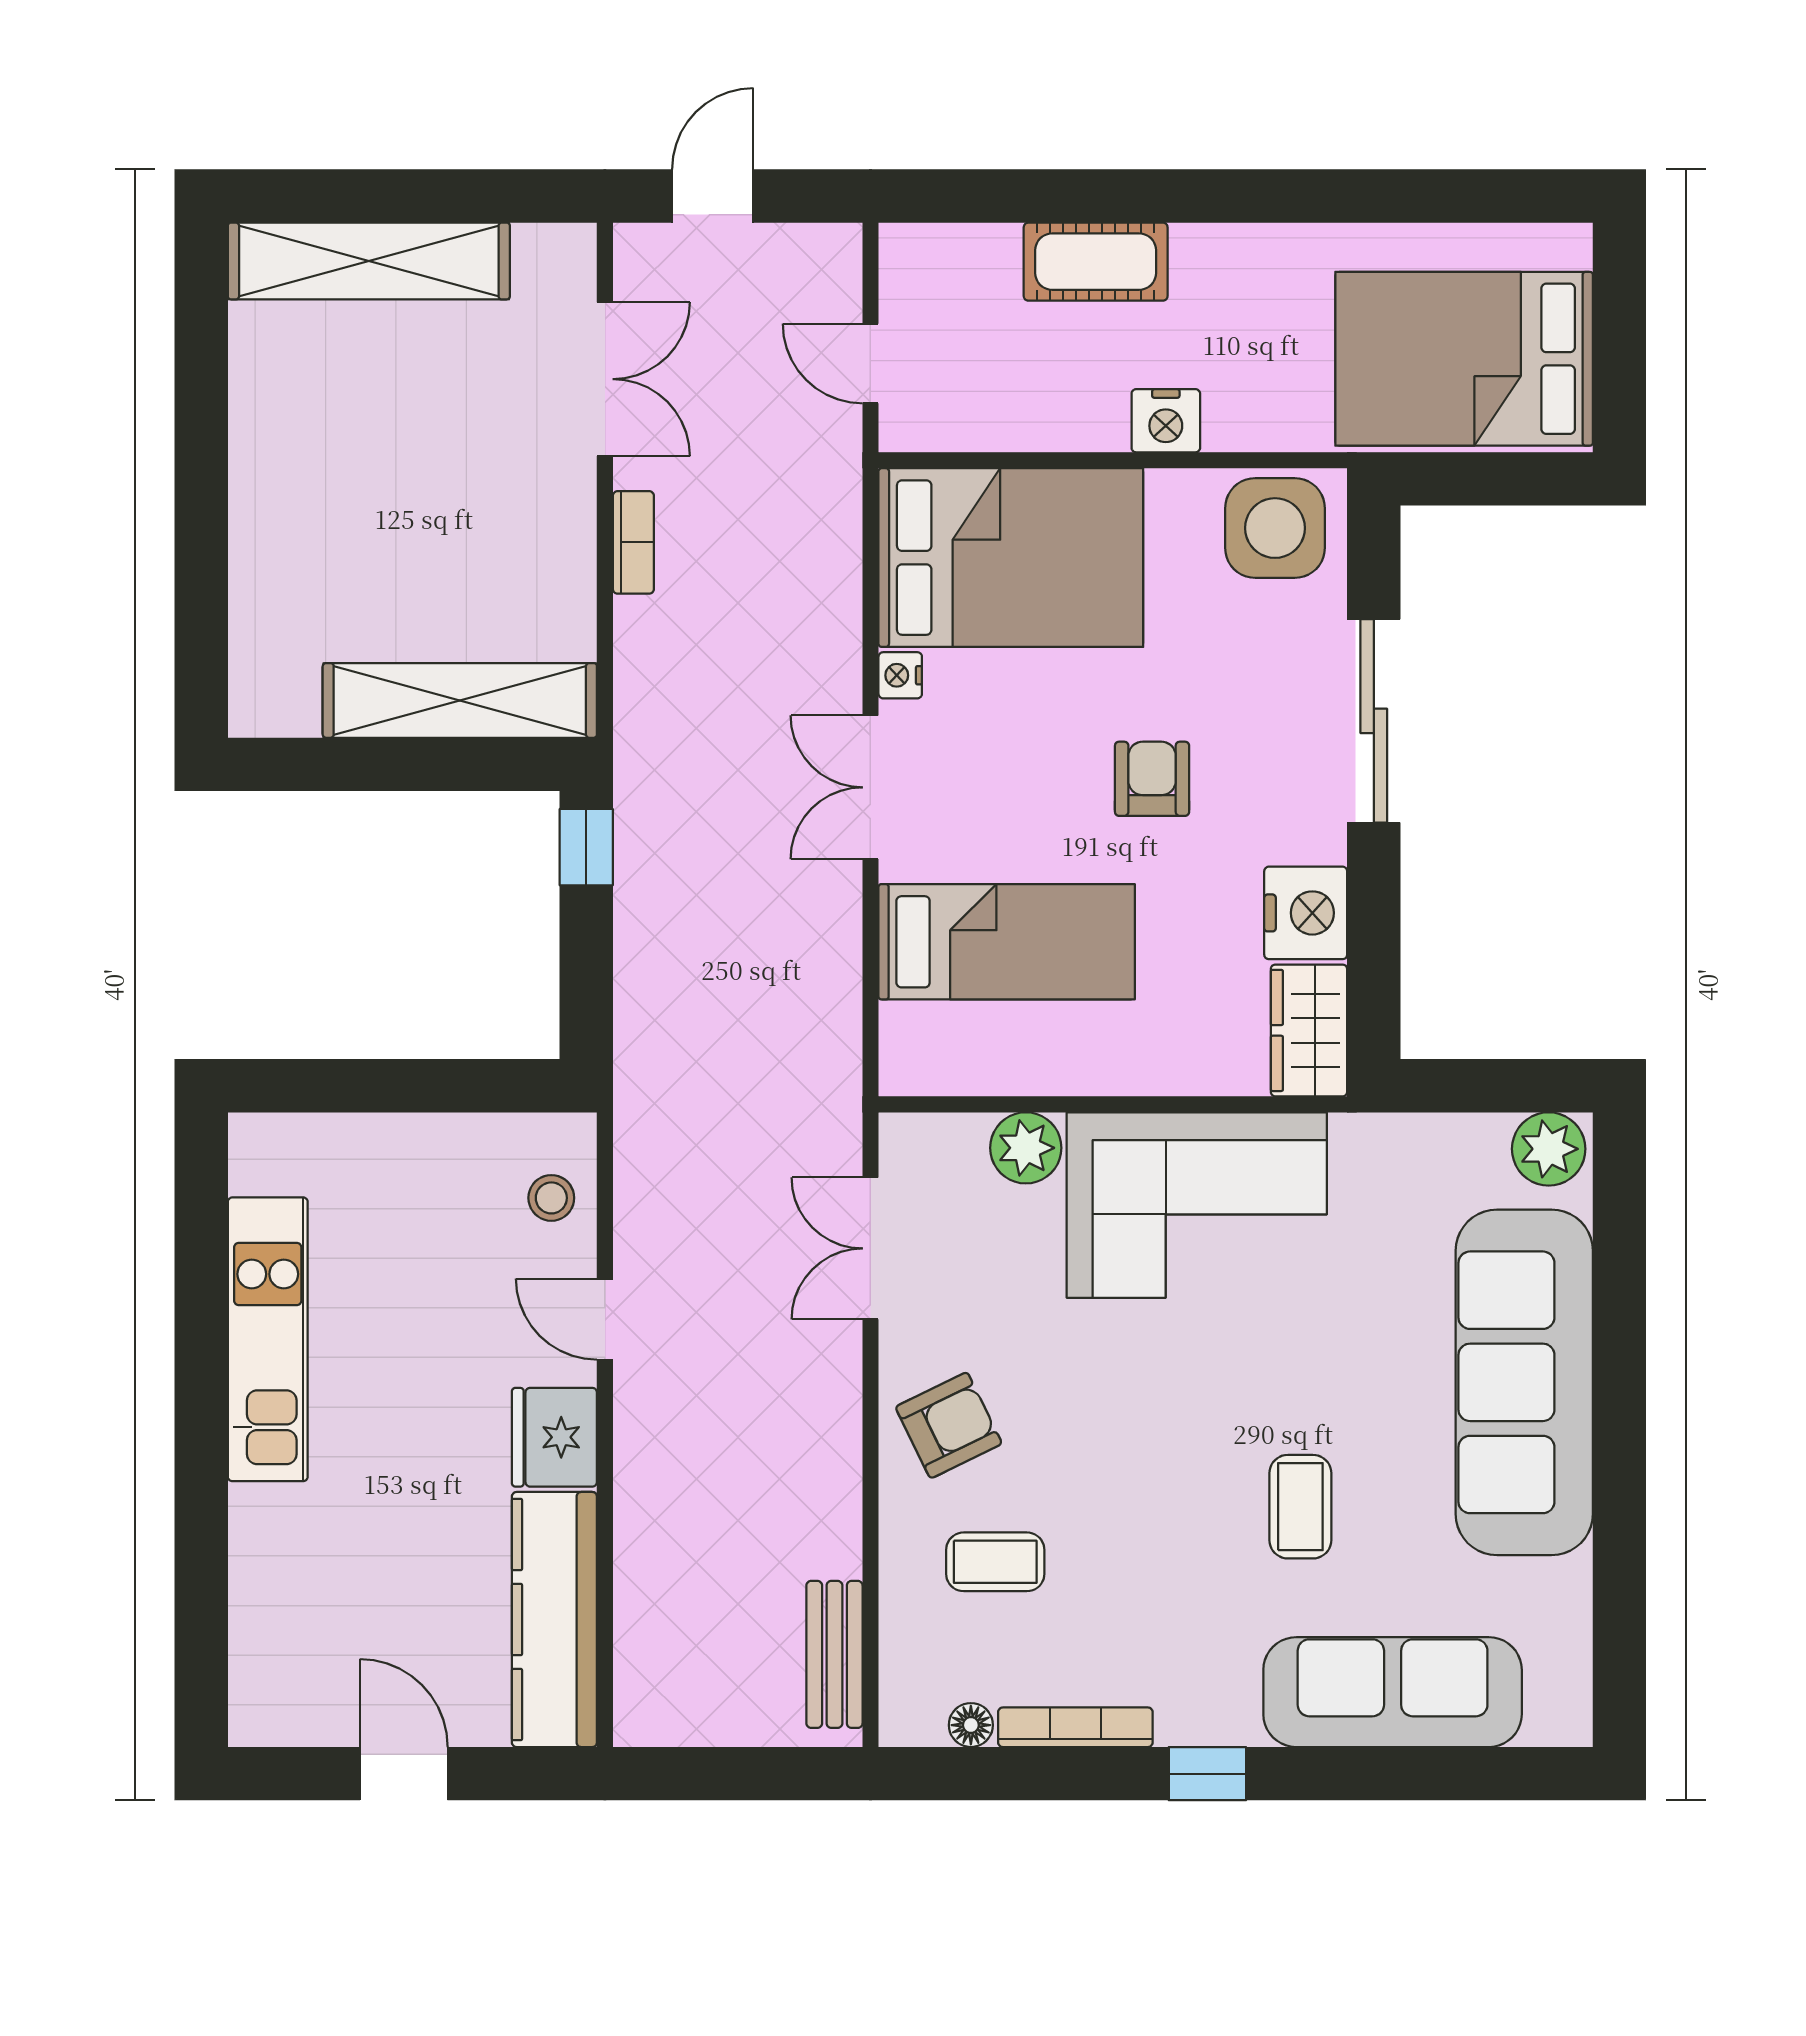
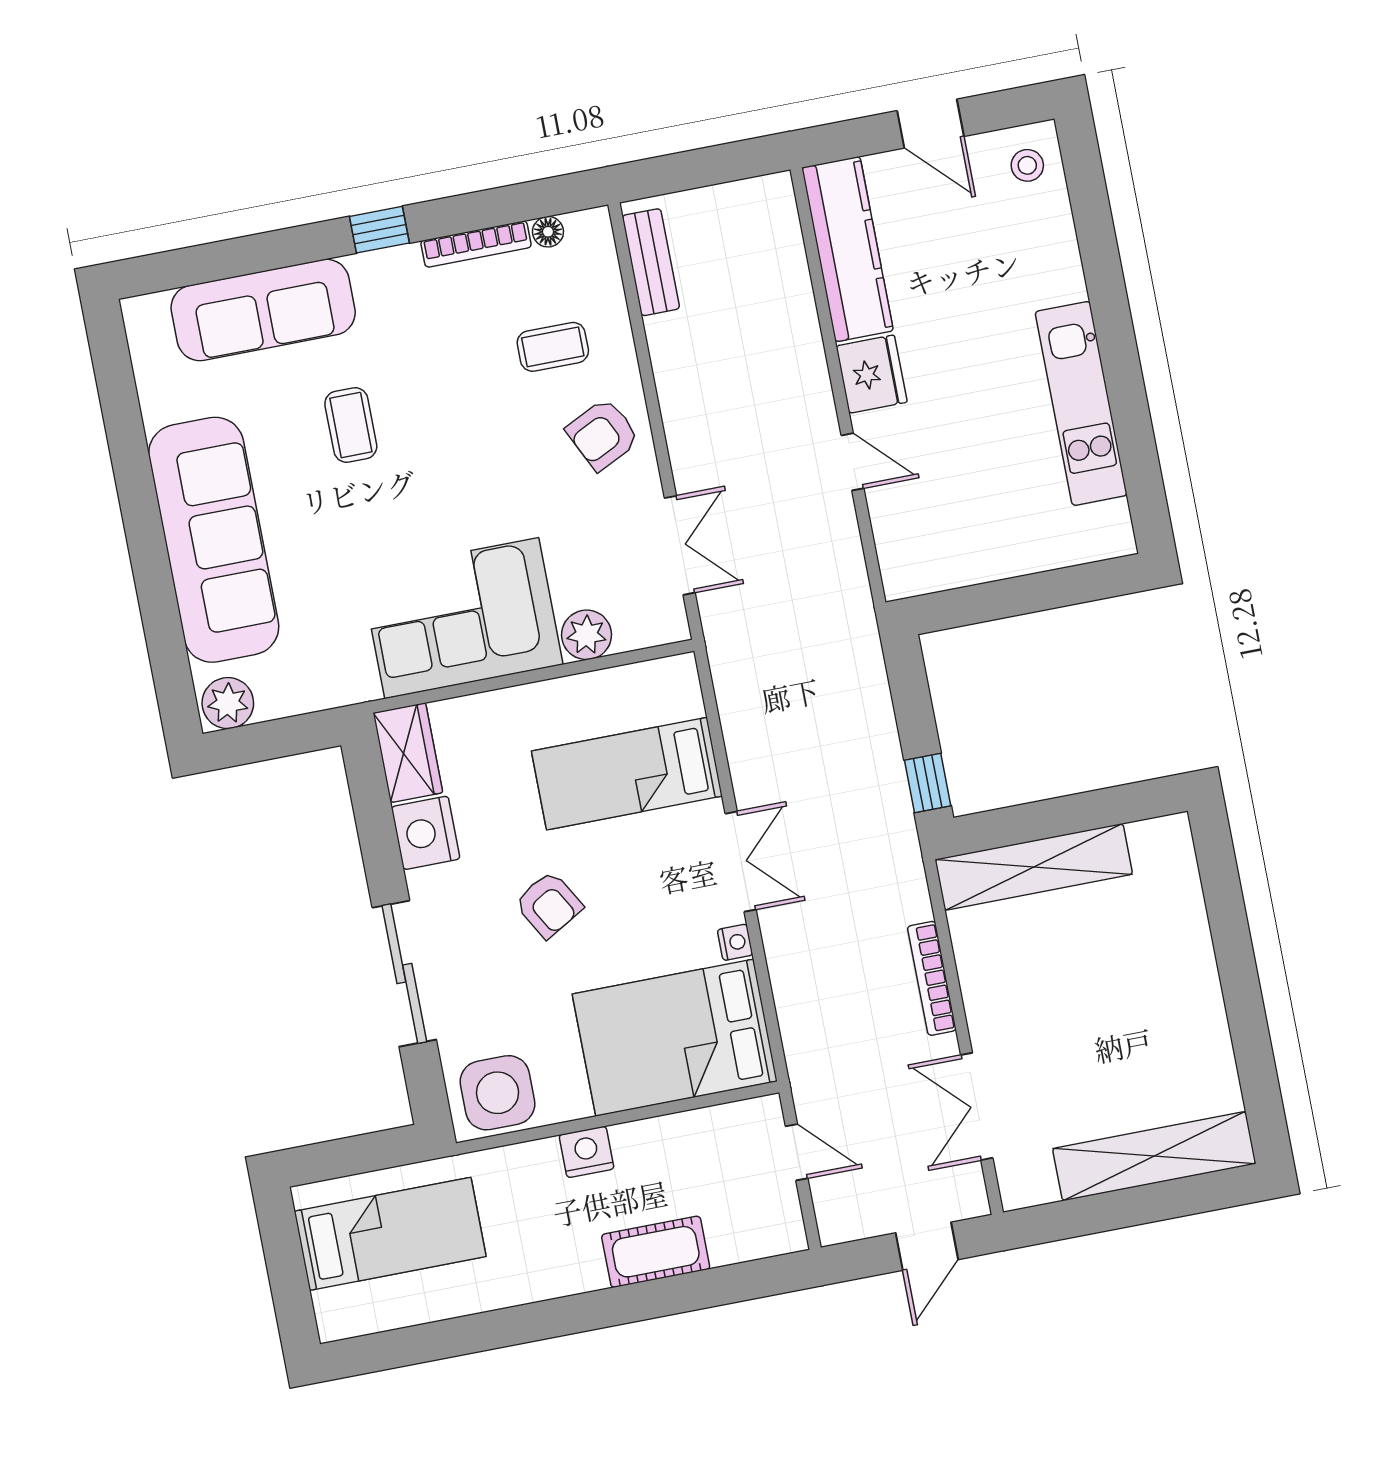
bed: (1464, 359) -> (390, 1234), width x0.67
bookcase: (633, 542) -> (932, 978), width x1.56
armchair: (1152, 779) -> (549, 905), turned -30
stool: (551, 1198) -> (1027, 165), moved

